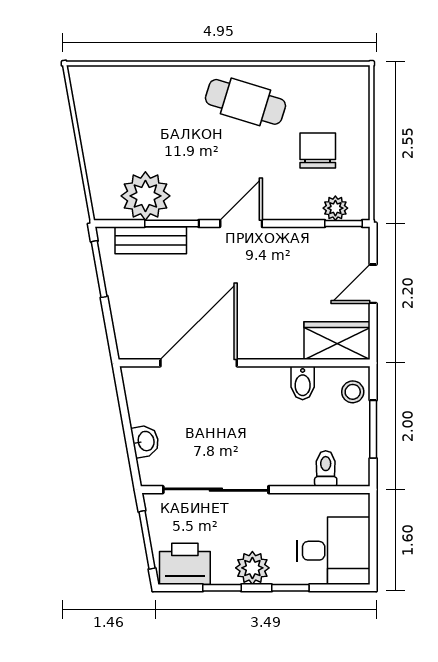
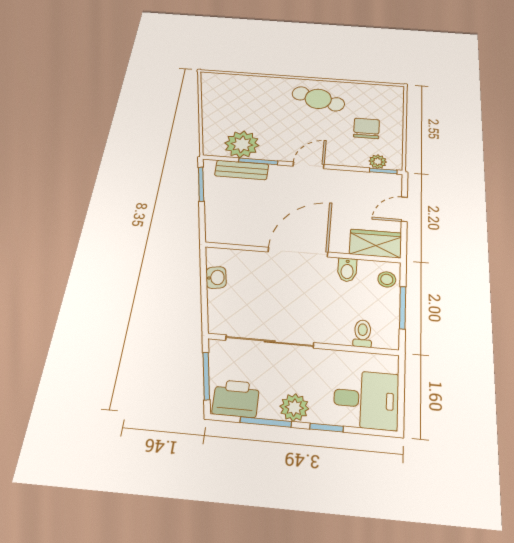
door: (199, 363) -> (298, 252), moved
washbasin: (145, 441) -> (216, 278), moved
window: (222, 588) -> (266, 422), width x1.50

